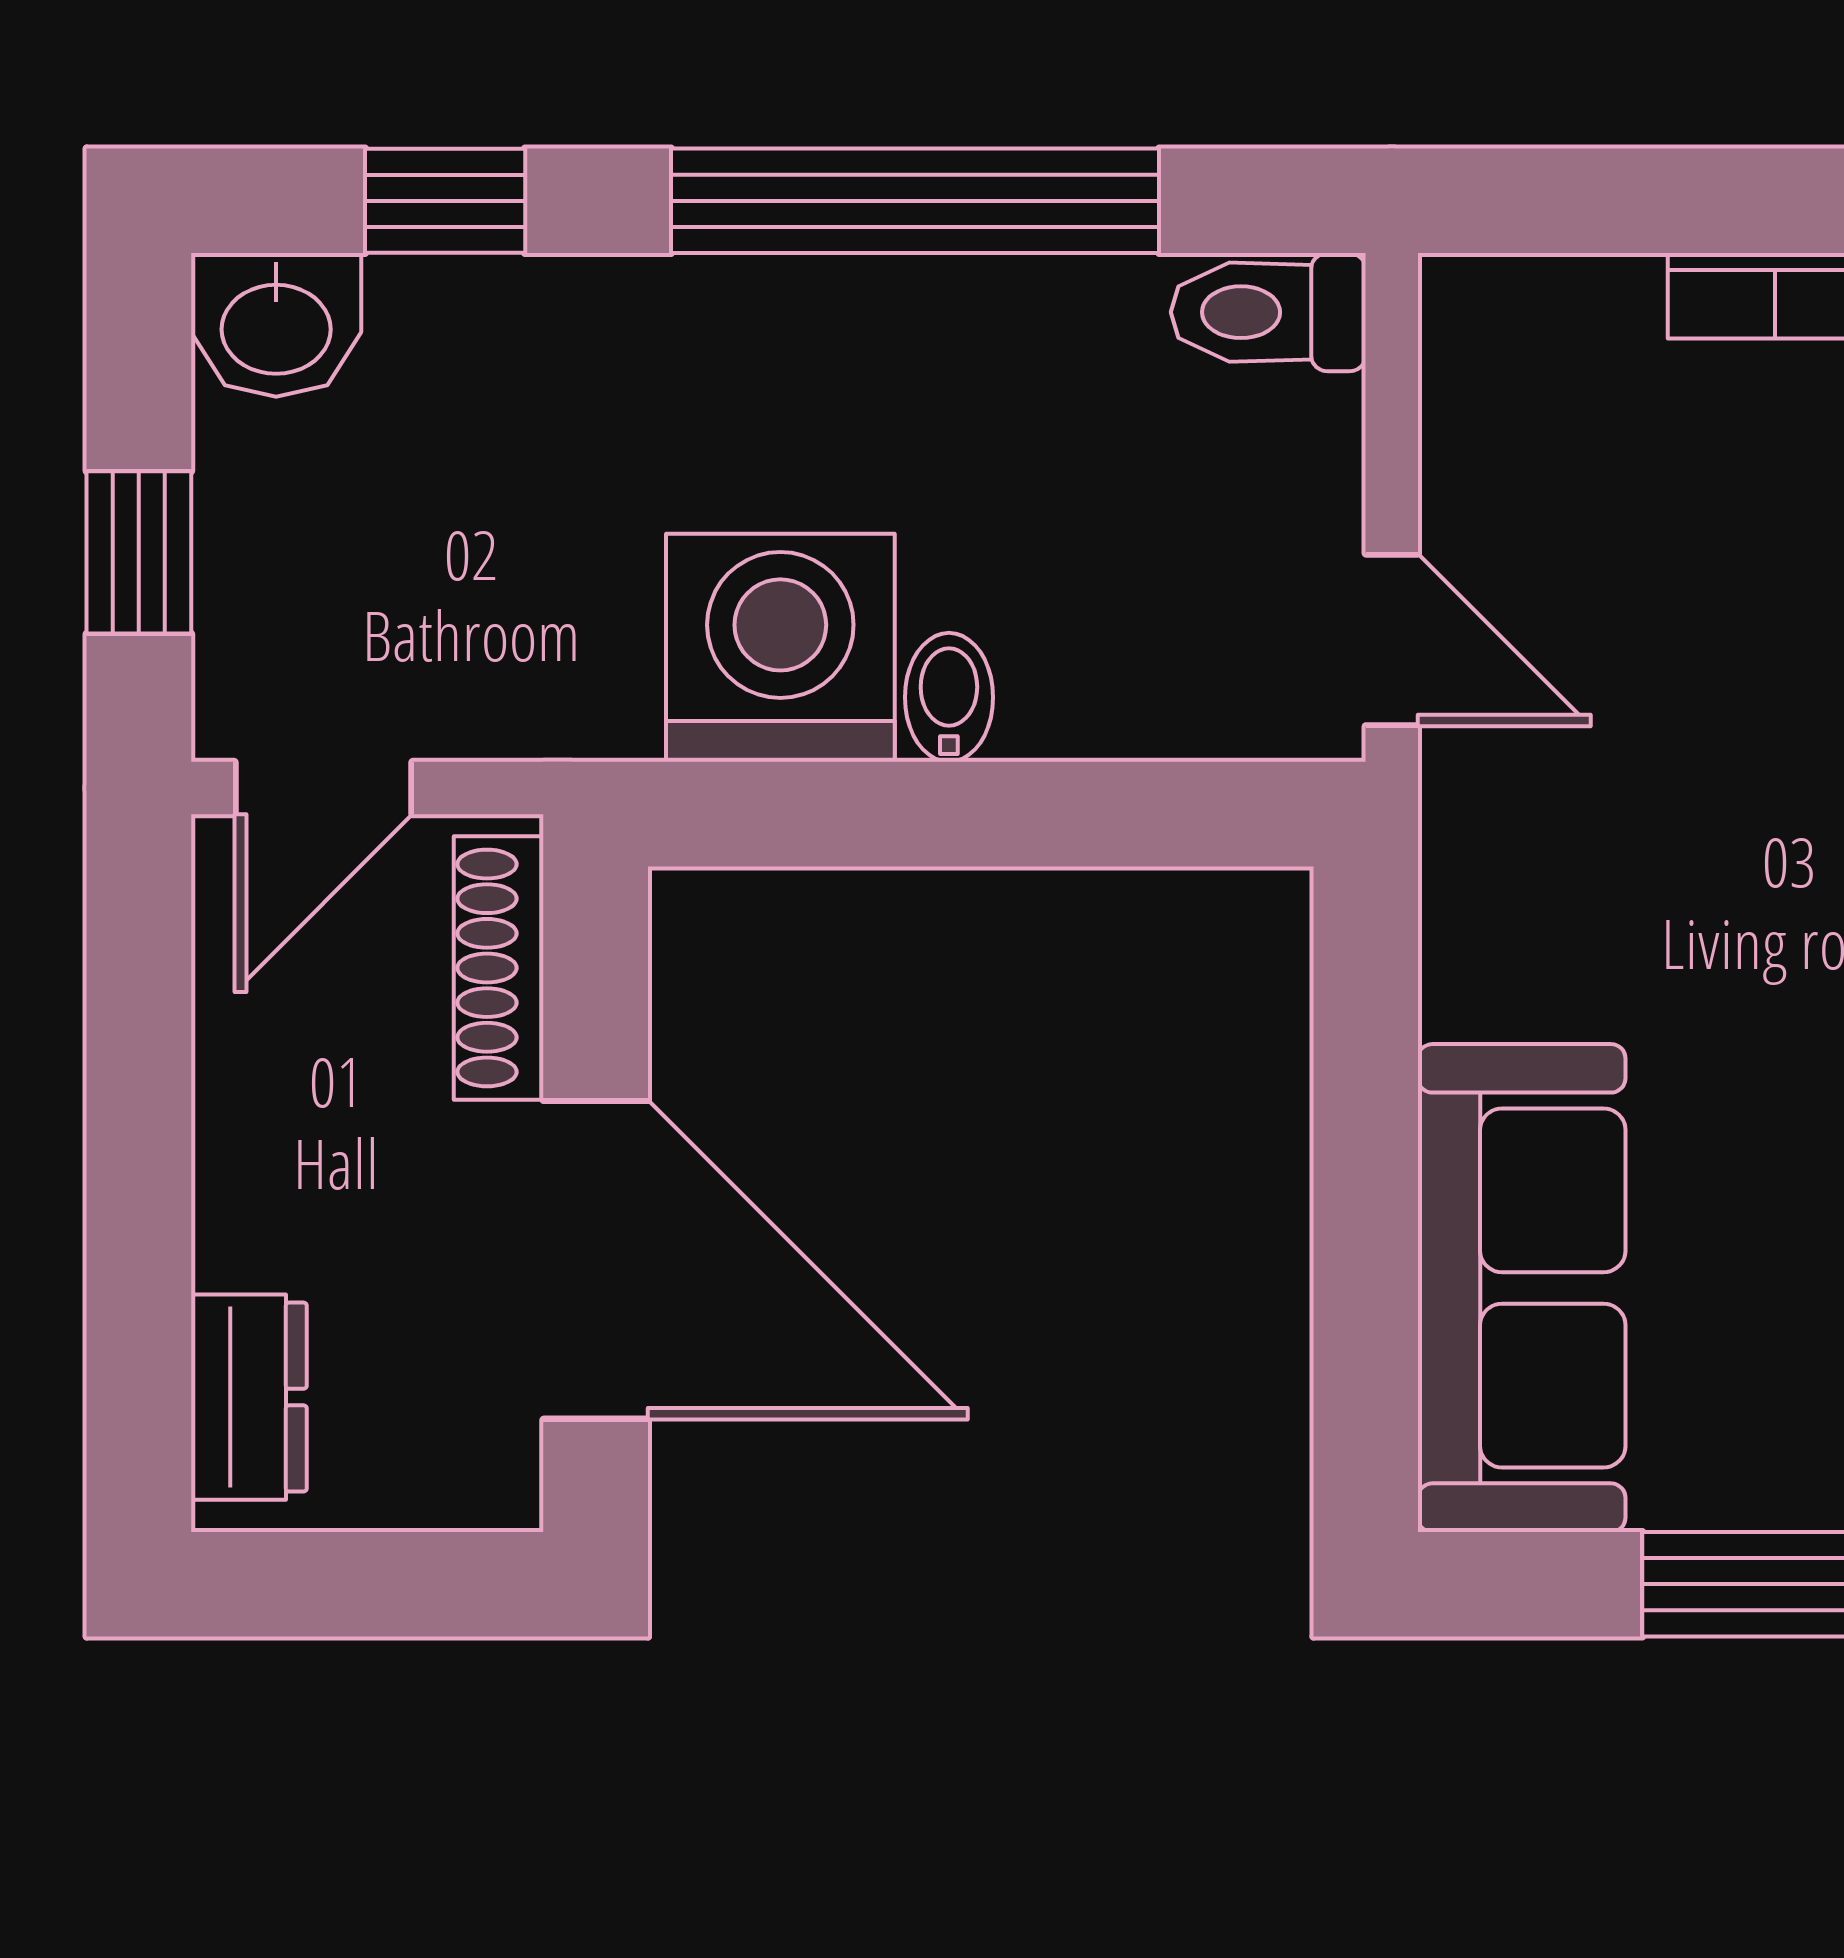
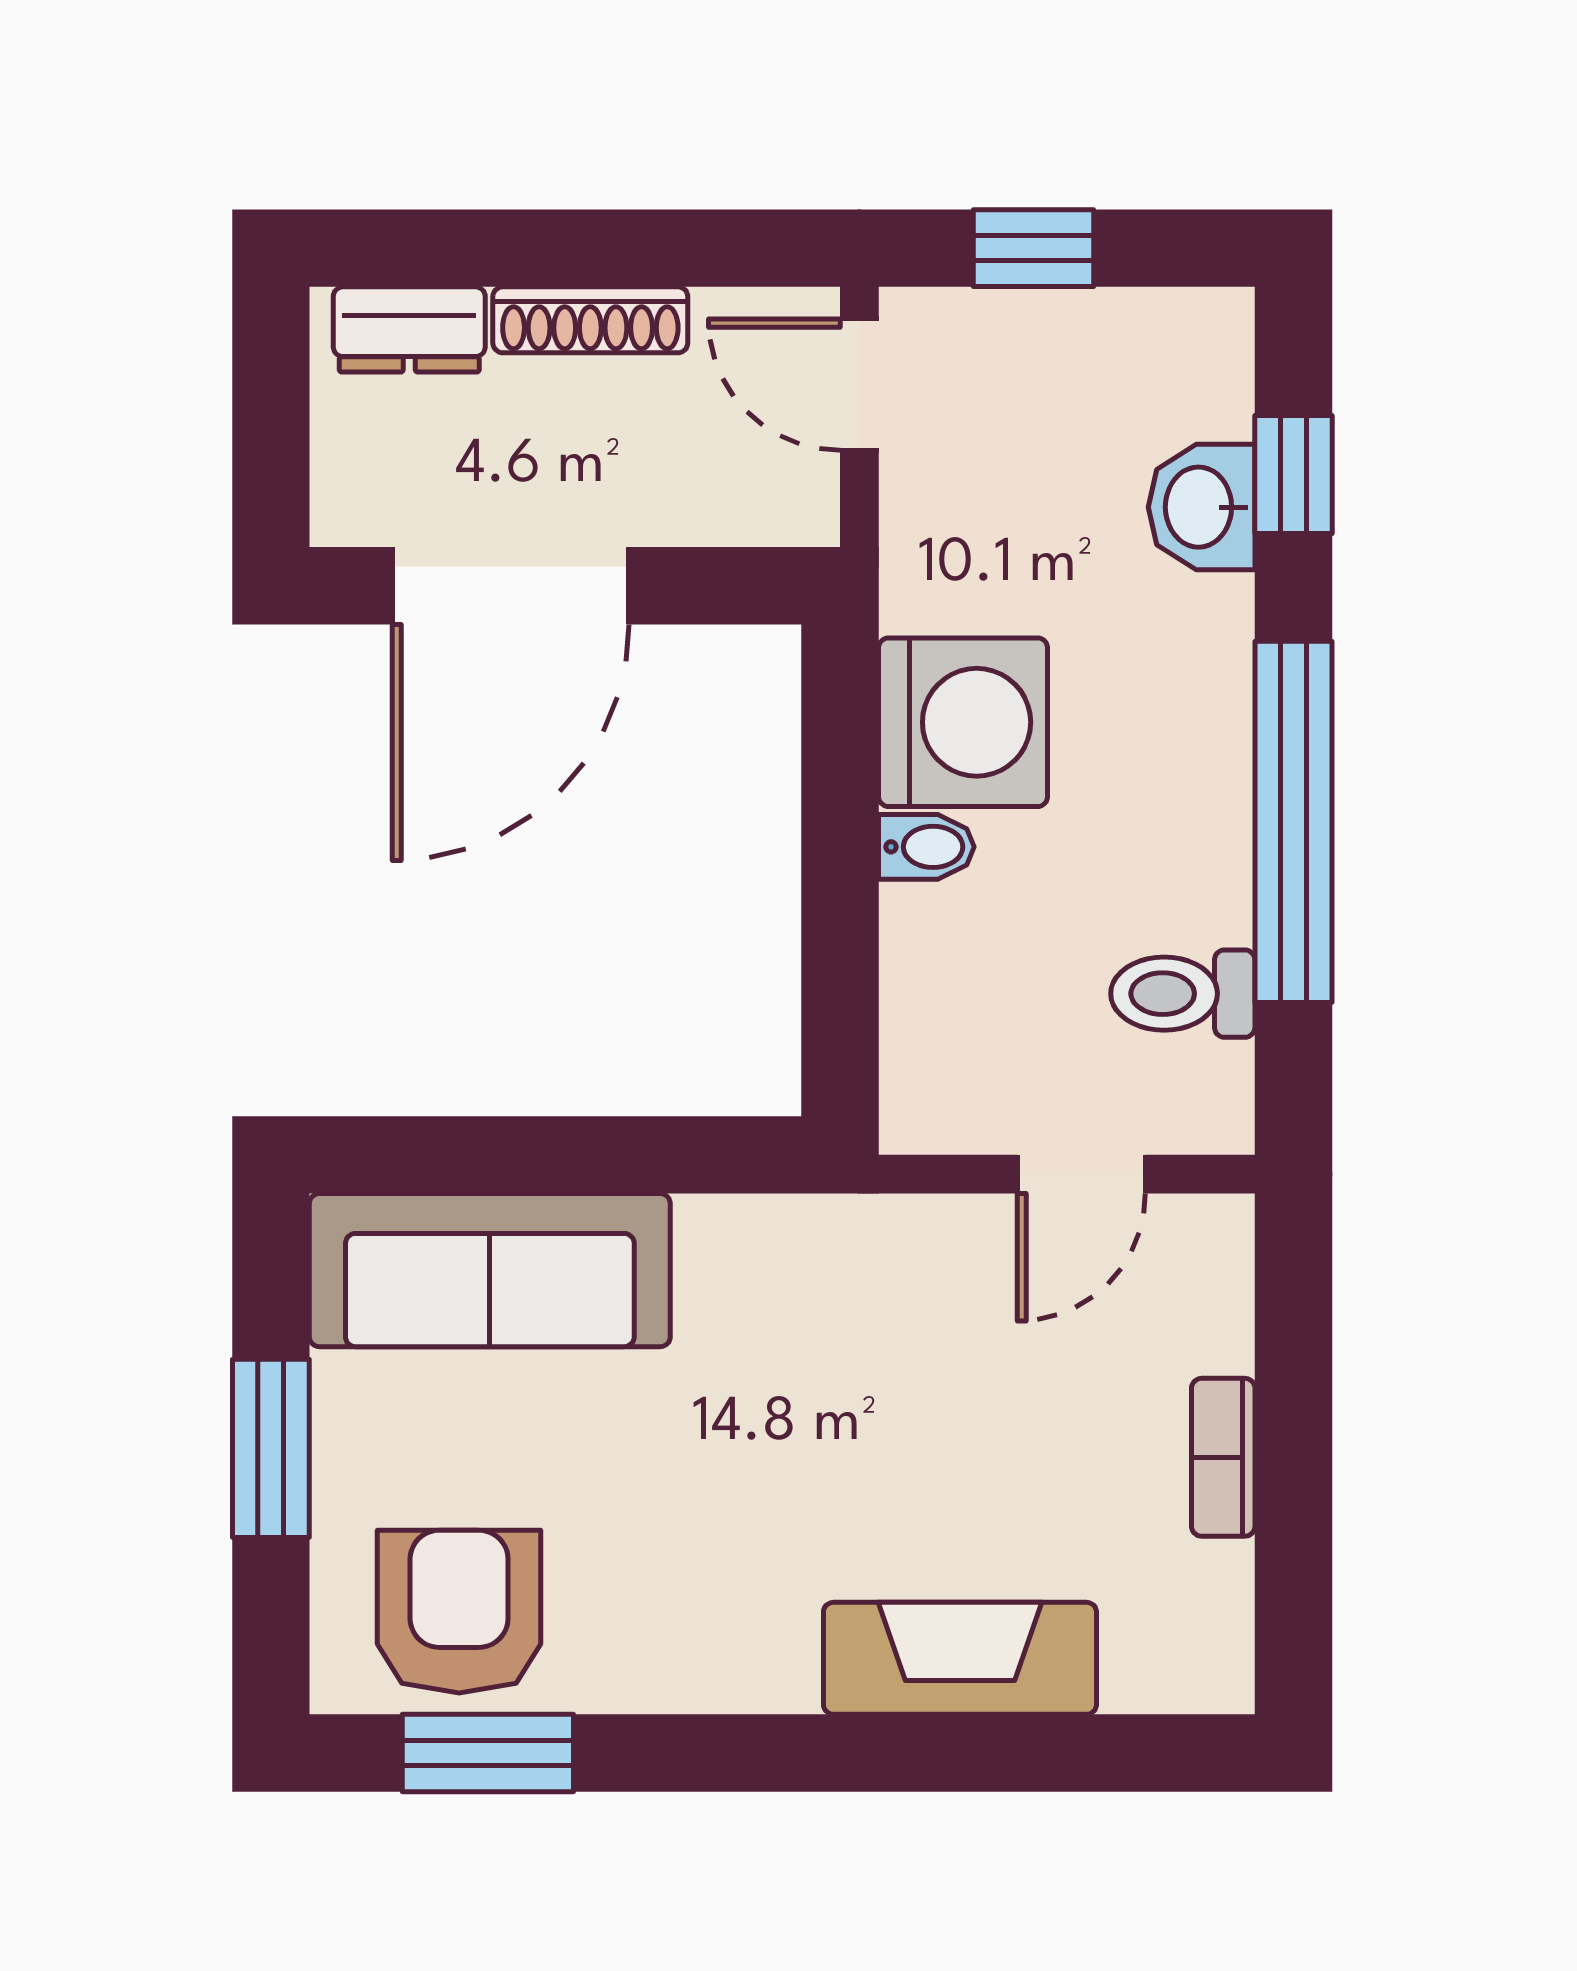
toilet: (1268, 312) -> (1183, 994), moved, turned -90
washbasin: (276, 325) -> (1202, 507), moved
door: (1392, 640) -> (1081, 1174), moved
shoe rack: (499, 968) -> (590, 320), moved, turned 180

